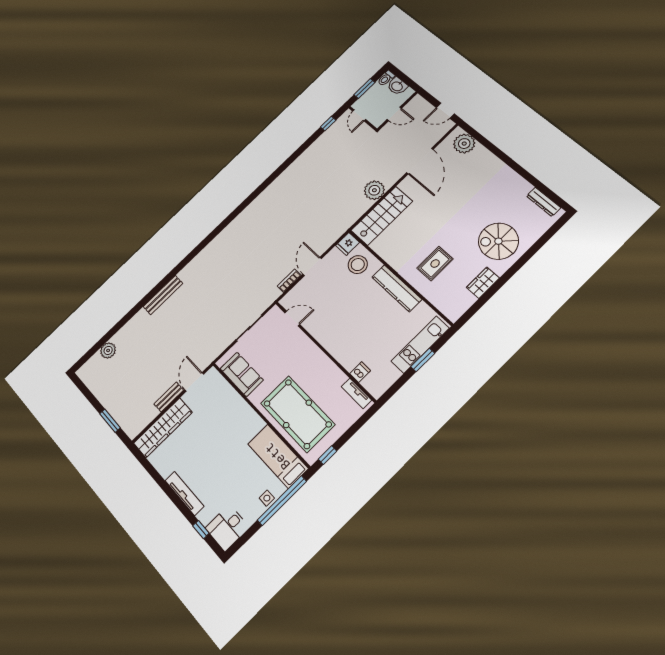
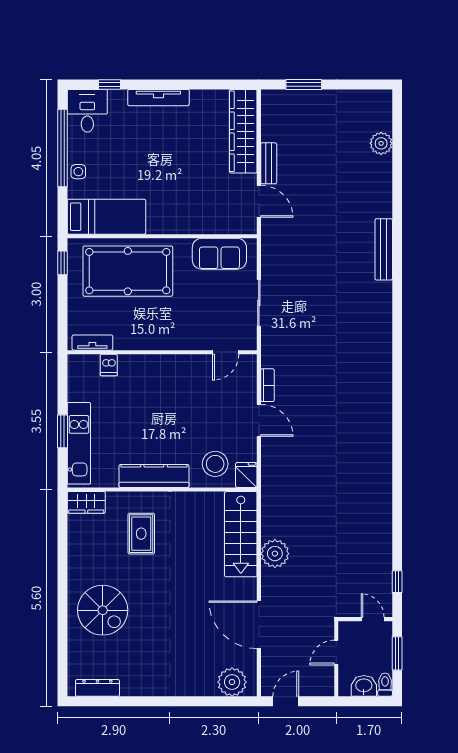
spiral stairs: (498, 241) -> (103, 610), turned 90
wardrobe: (483, 283) -> (86, 502), moved, turned 90
window: (282, 501) -> (63, 148), moved

